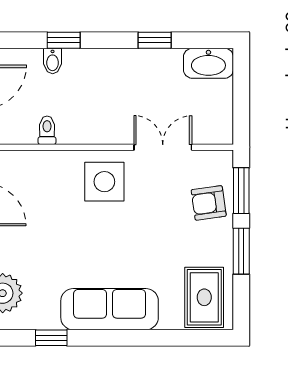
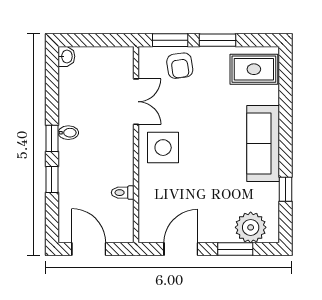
window: (155, 40) -> (52, 138), moved
bidet: (53, 61) -> (68, 133), moved
washbasin: (208, 63) -> (66, 56), width x0.52, depth x0.69
double door: (163, 147) -> (136, 102), swing flipped

